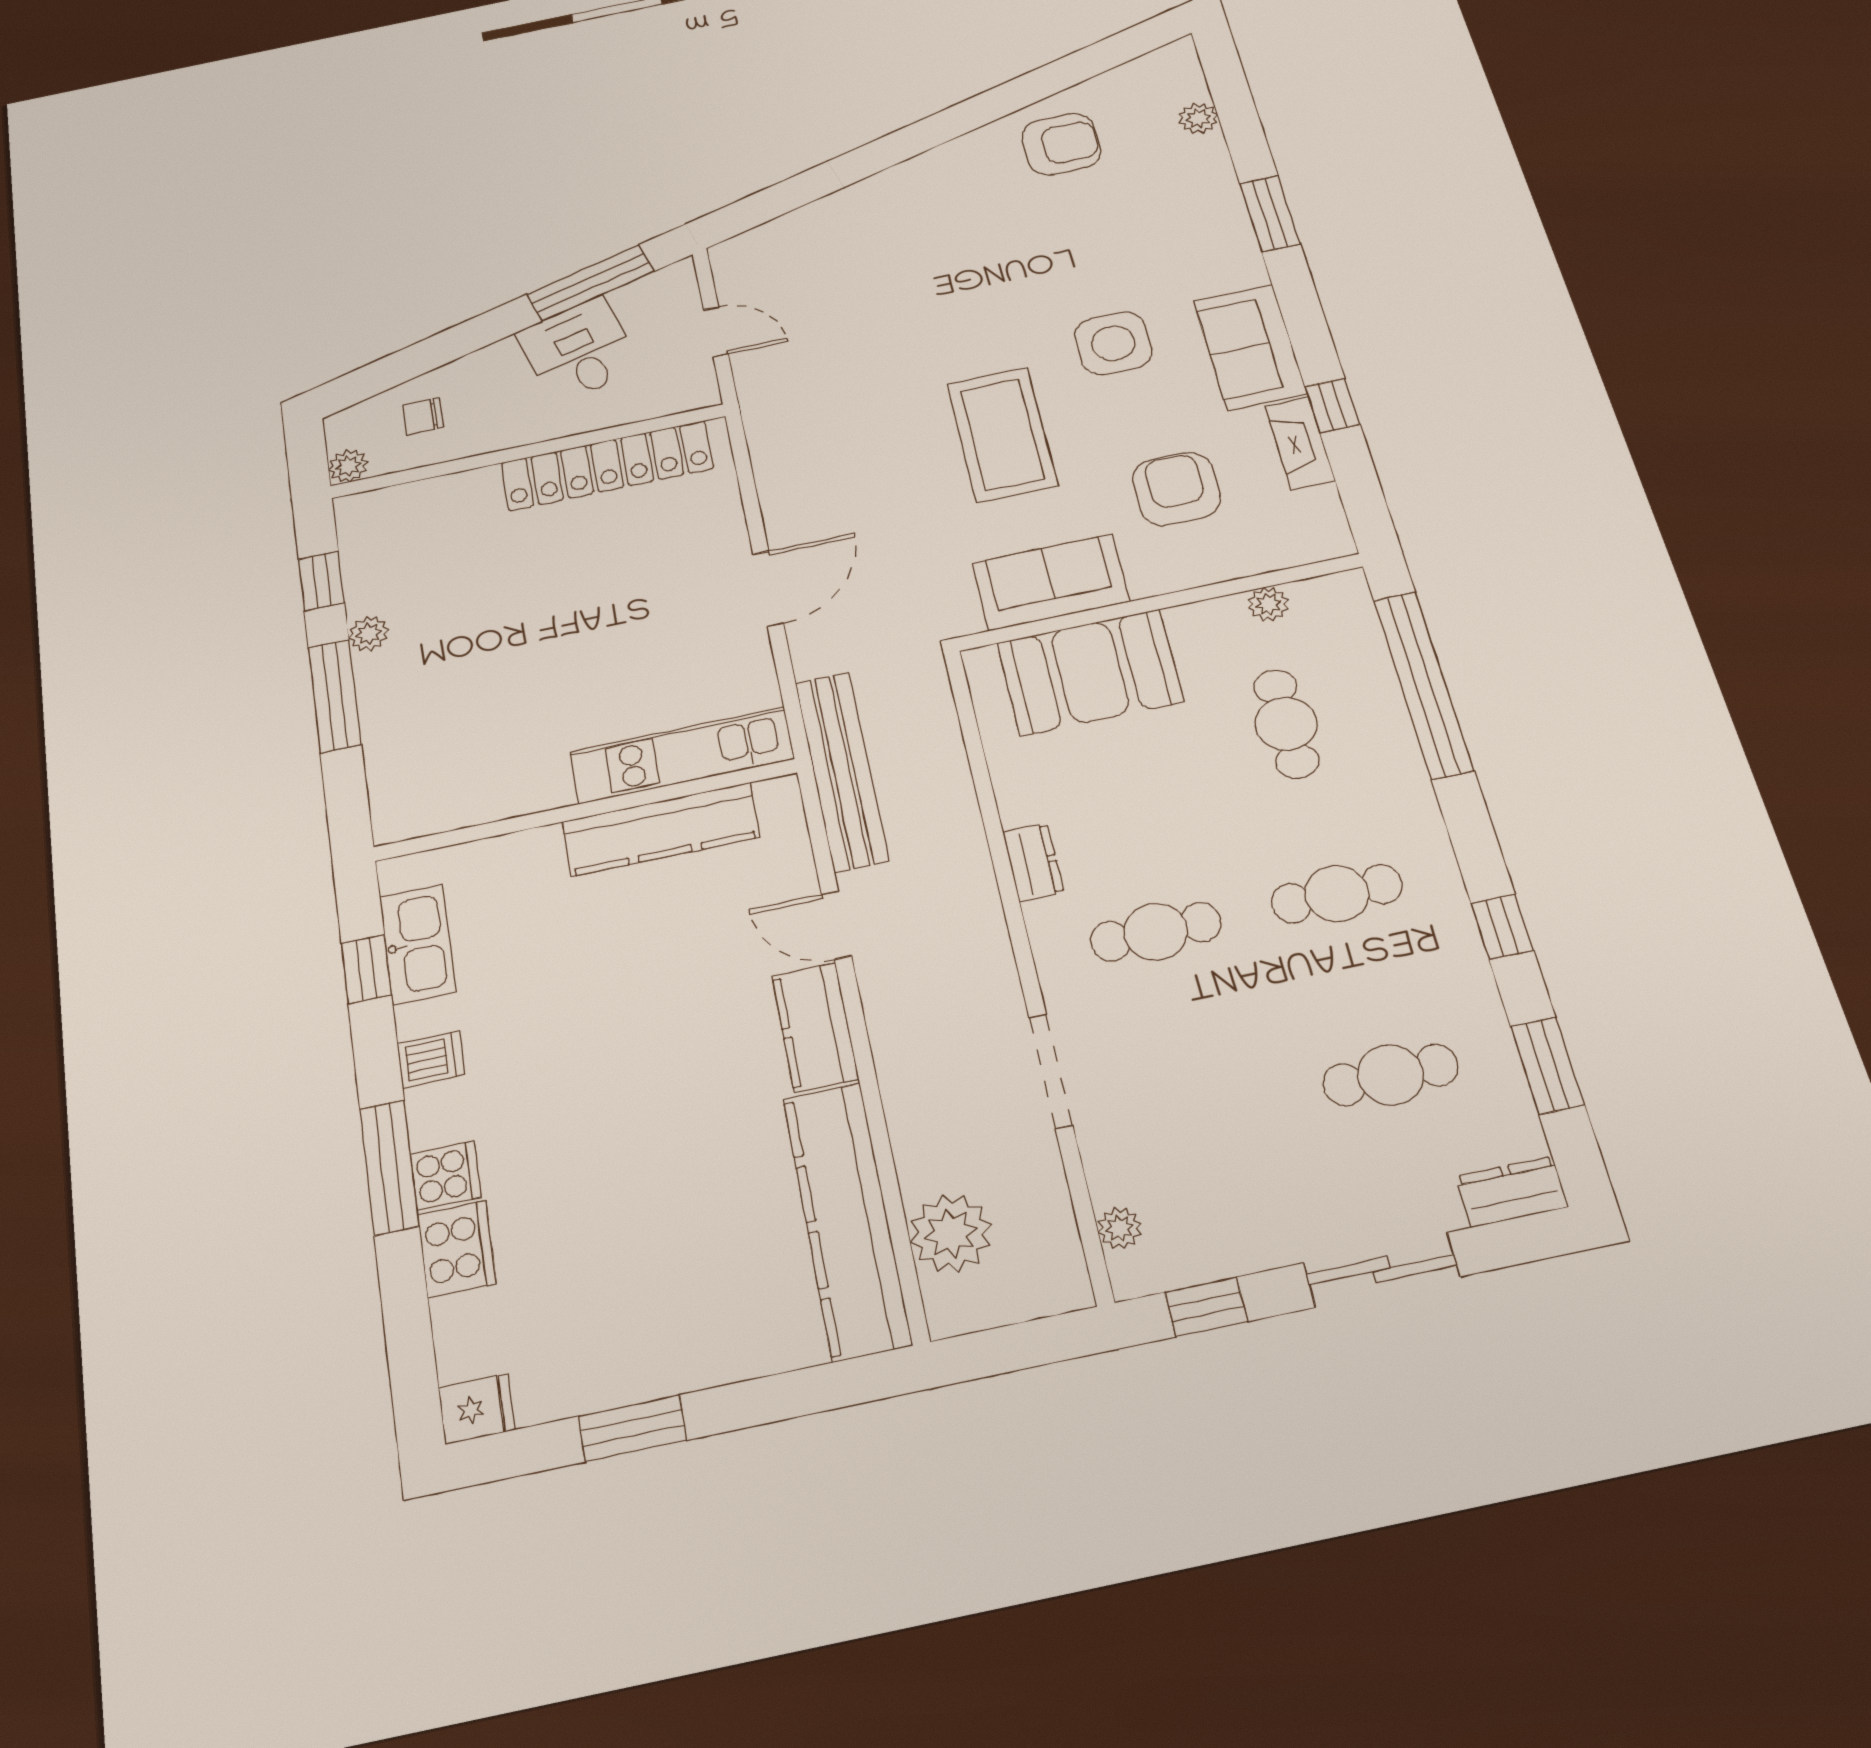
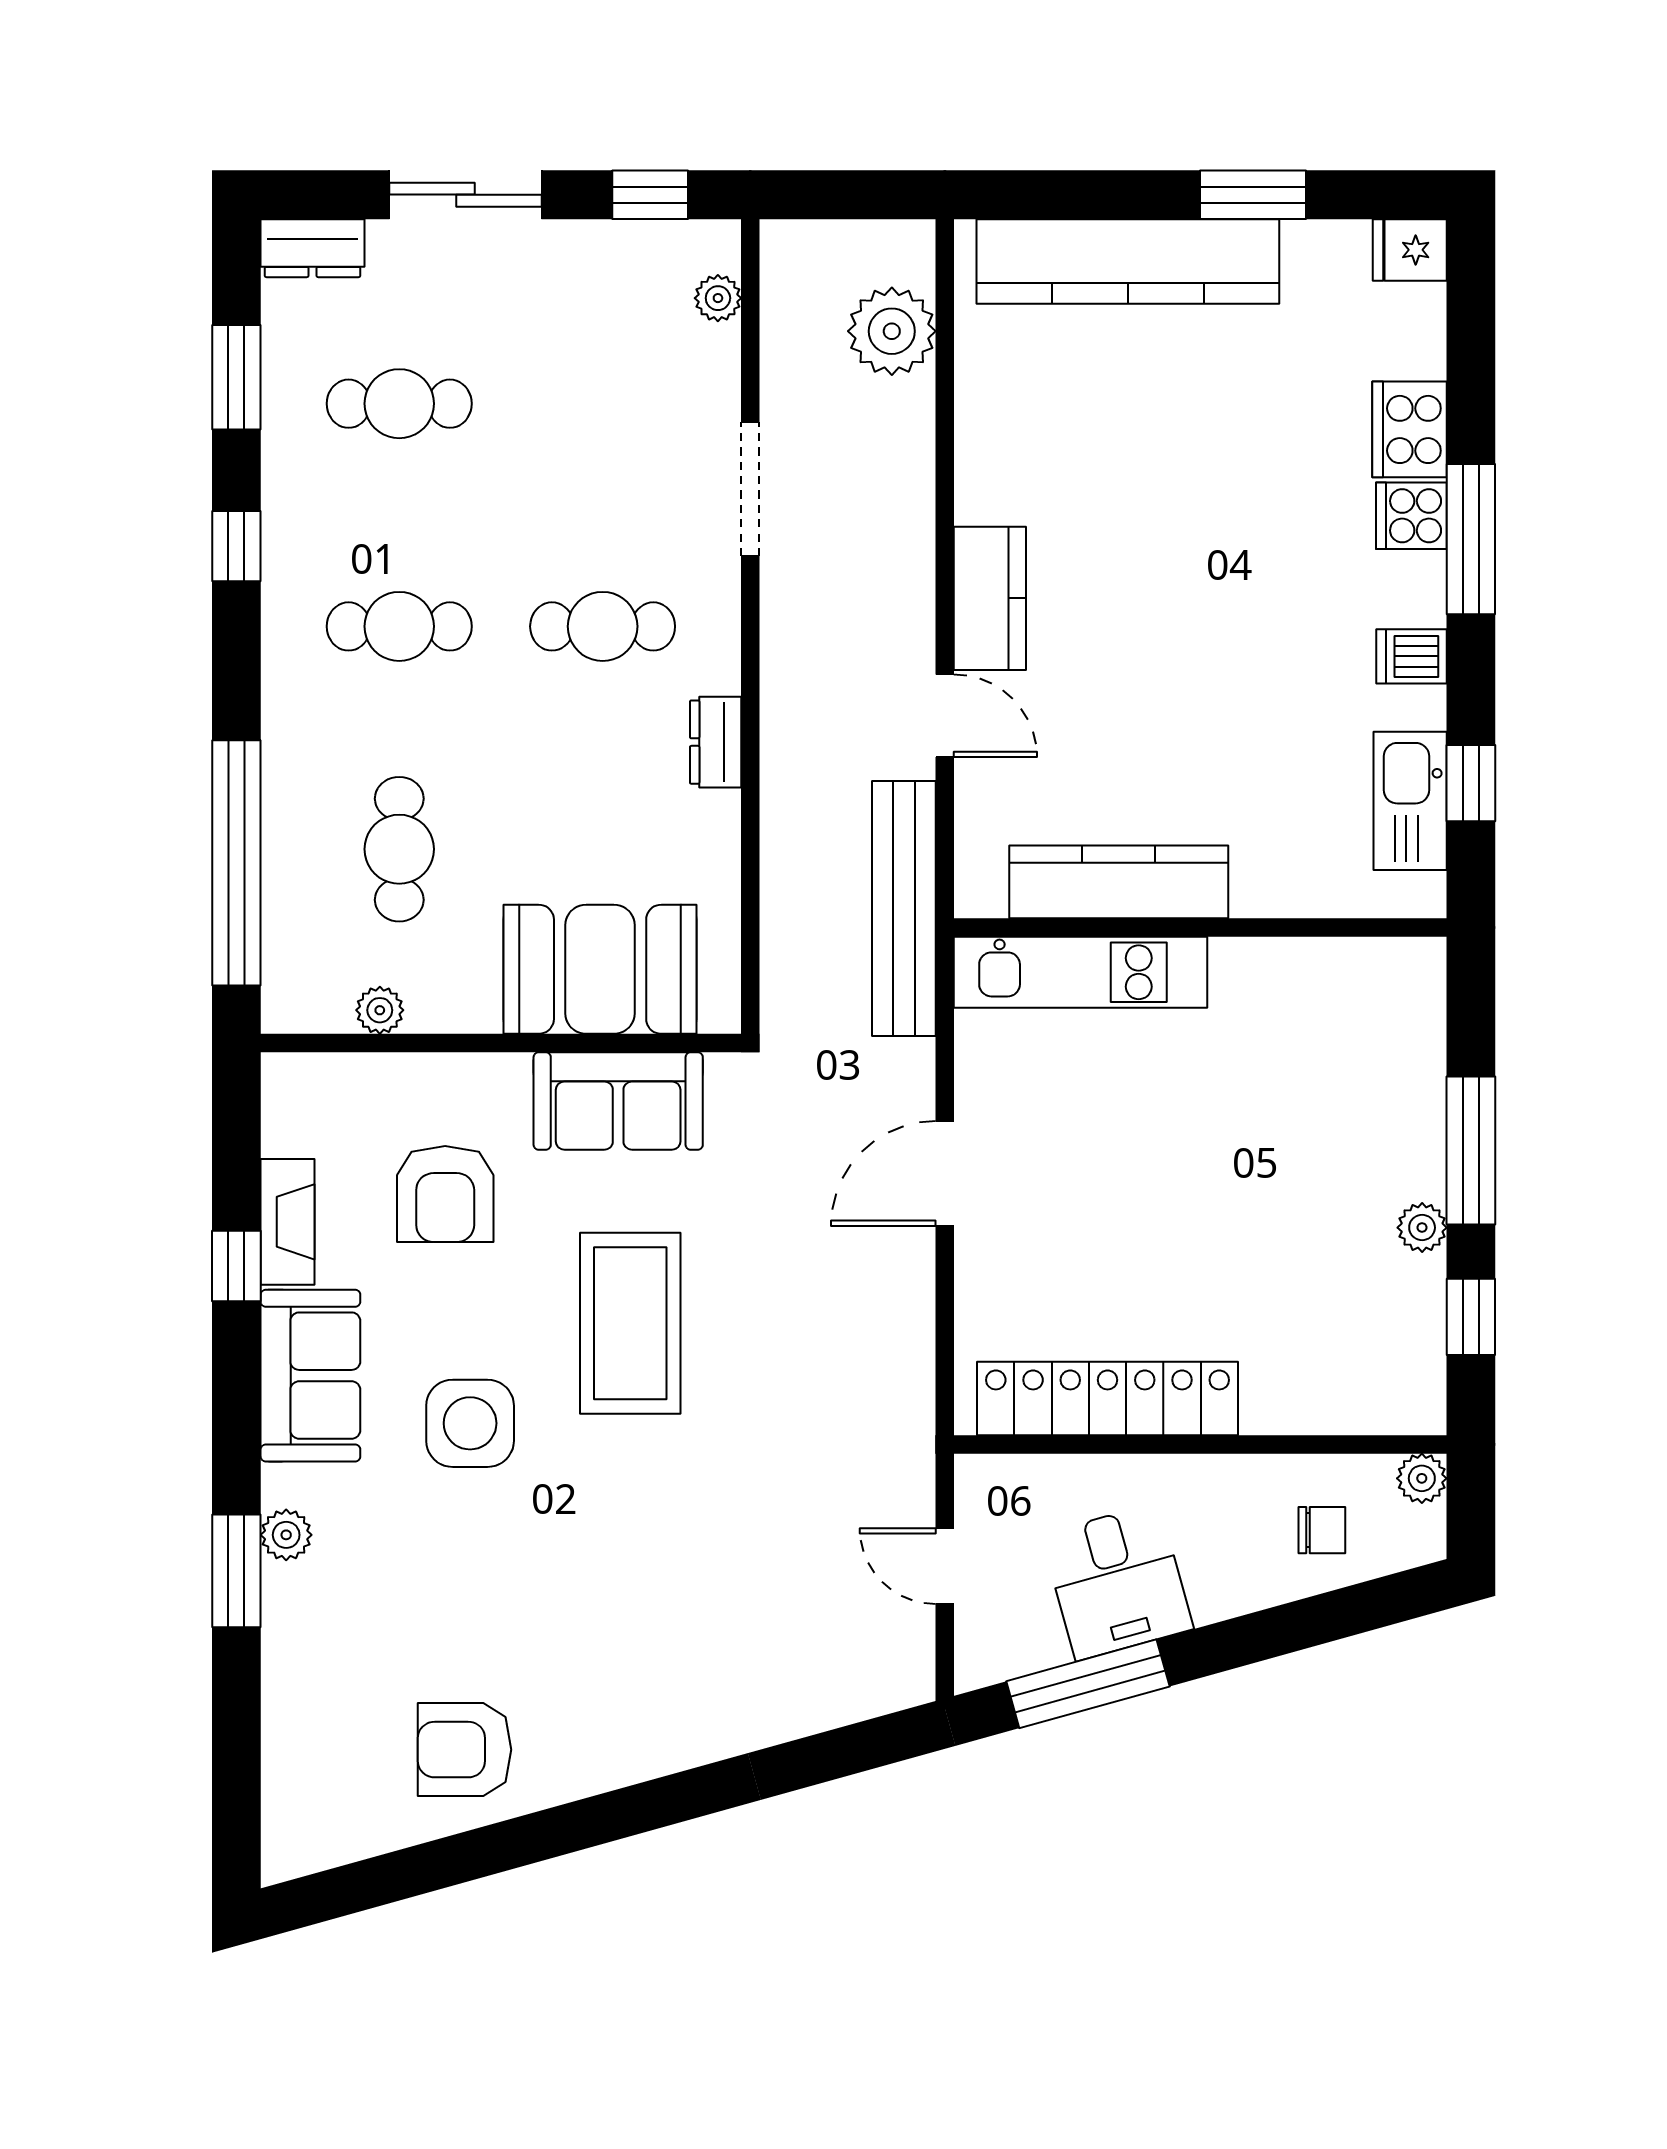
plant: (1198, 118) -> (286, 1535), moved
kitchen counter: (847, 1220) -> (1128, 261), moved, turned 90

